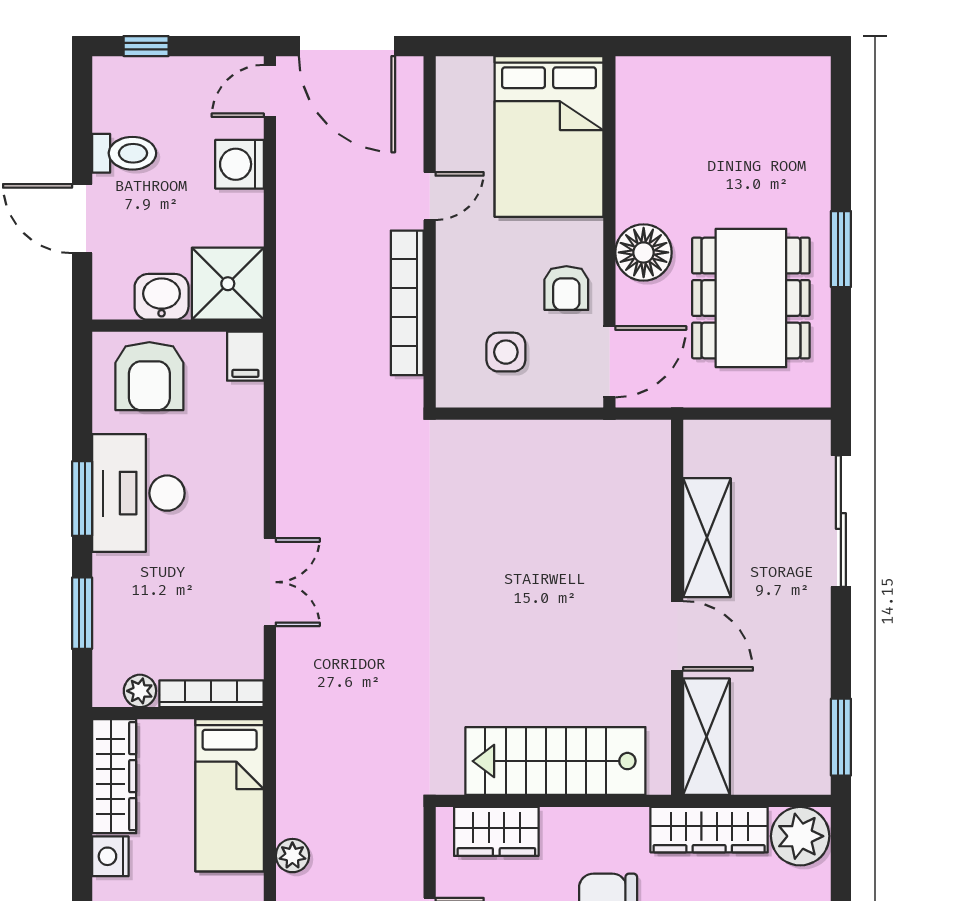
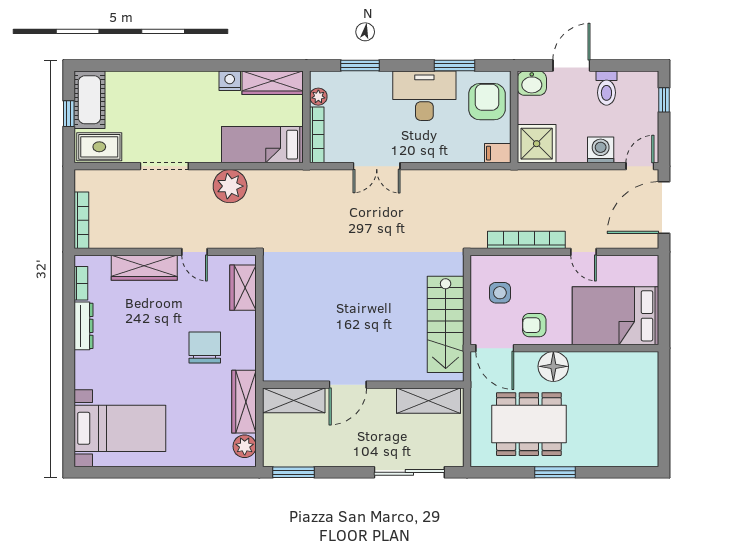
door: (270, 91) -> (640, 166), hinge flipped
washbasin: (162, 297) -> (532, 83), moved, turned 90
armchair: (149, 376) -> (487, 102), turned 90
window: (82, 499) -> (454, 66), moved
shelving: (707, 538) -> (429, 401), moved
stairs: (555, 761) -> (446, 324), moved, turned 180
plant: (800, 836) -> (245, 446), width x0.73, depth x0.73
plant: (292, 856) -> (230, 186), width x1.87, depth x1.87

